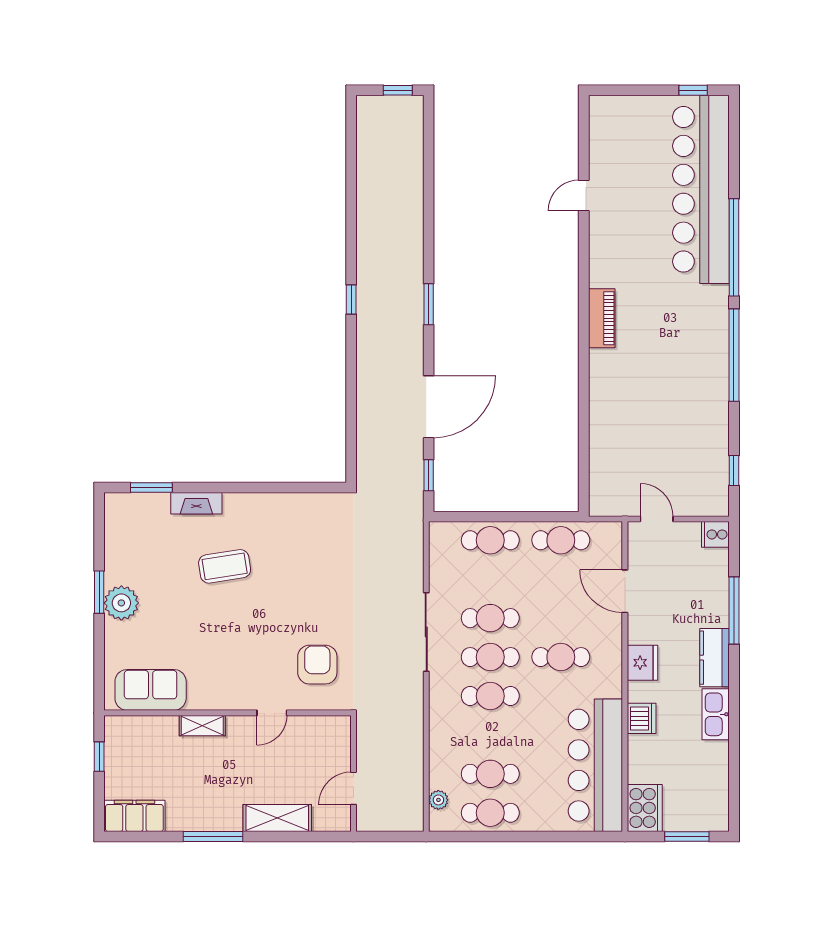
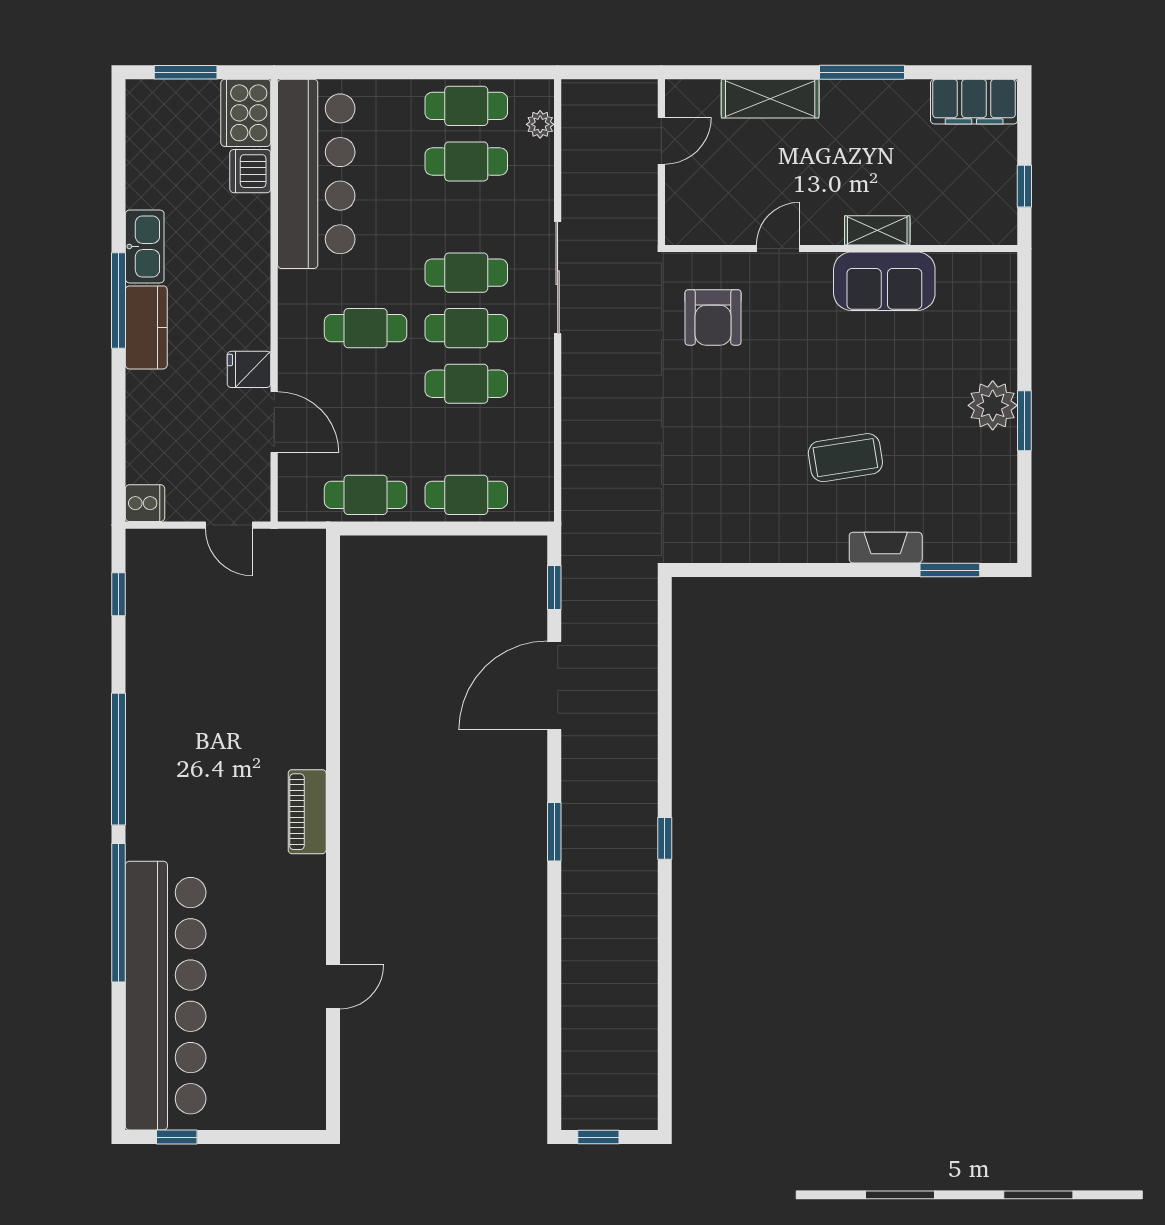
window: (734, 610) -> (119, 300), moved
sliding door: (426, 632) -> (558, 278), moved
fridge: (643, 663) -> (249, 369), moved, width x0.72
sofa: (151, 690) -> (884, 281), moved
dishwasher: (642, 718) -> (250, 171), moved

